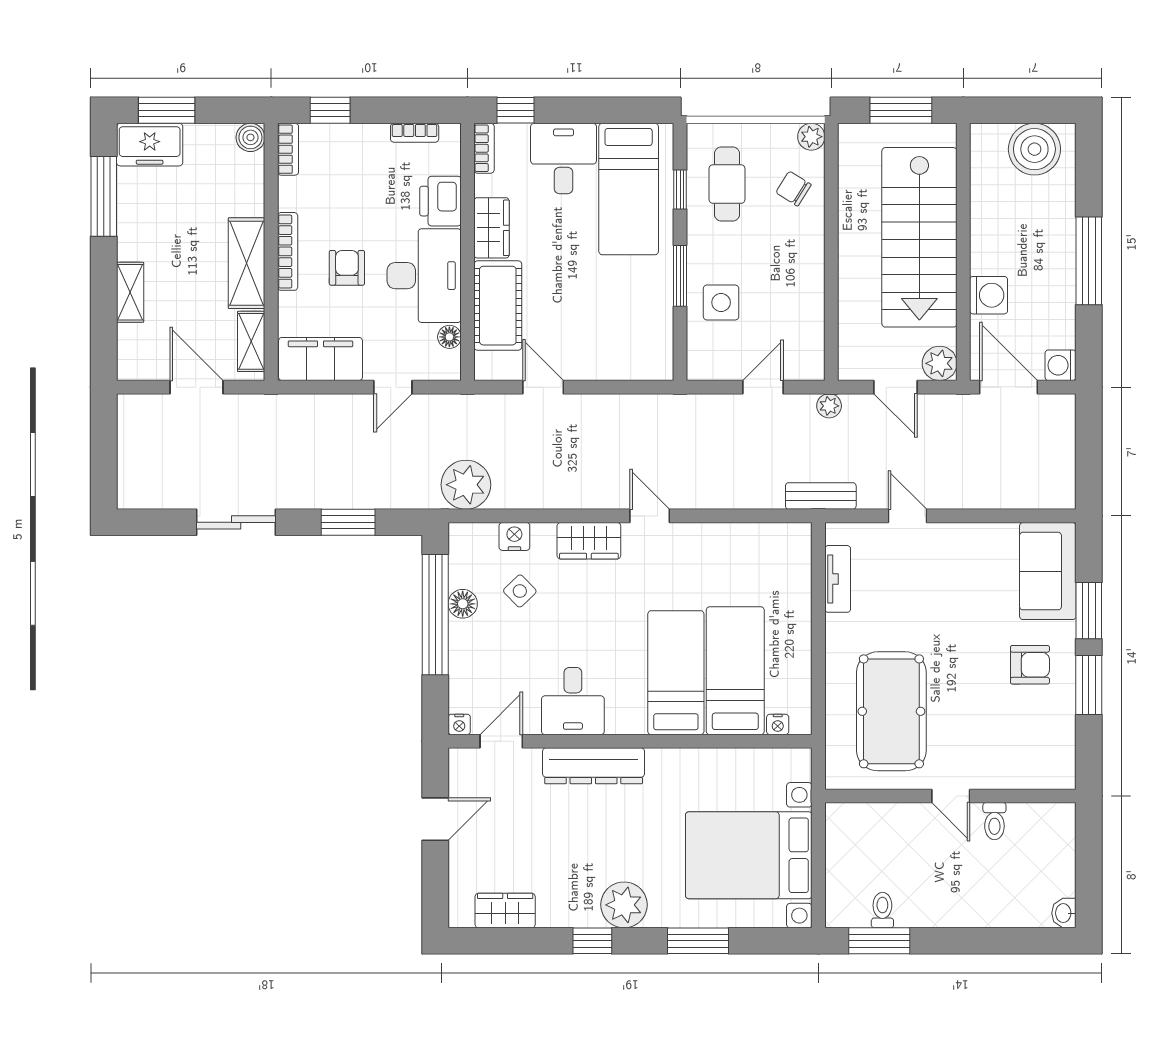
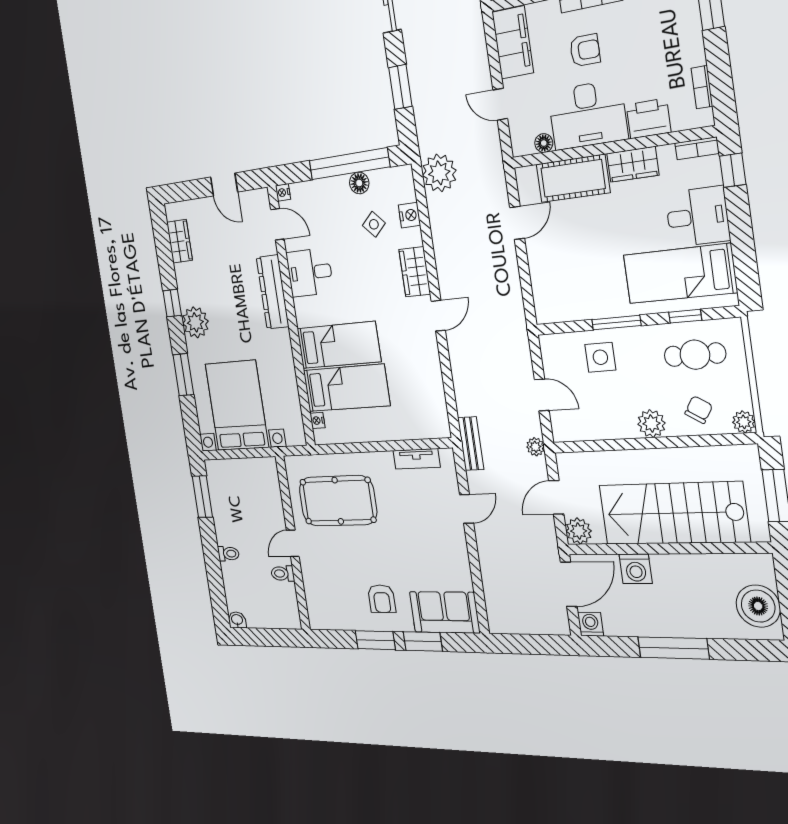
plant: (807, 249) -> (651, 424), added
toilet: (882, 910) -> (228, 554), moved

